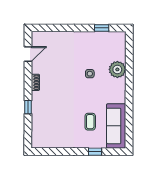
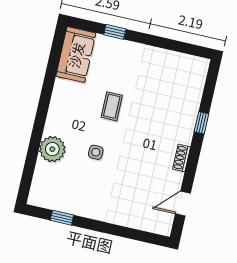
coffee table: (90, 122) -> (112, 106), moved
sofa: (116, 126) -> (76, 55), width x0.73

